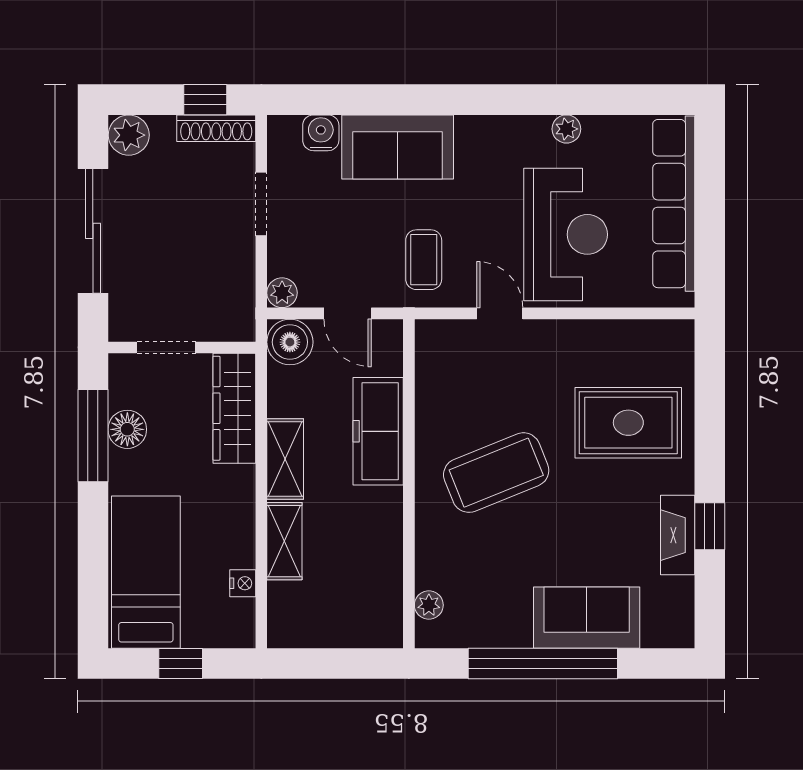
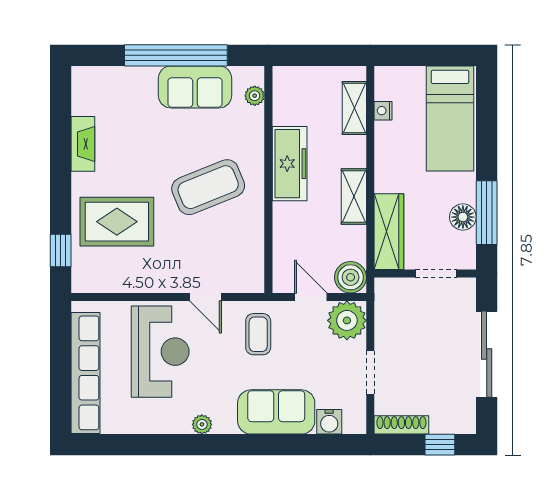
window: (205, 100) -> (440, 445), moved
plant: (566, 129) -> (202, 424), moved
plant: (129, 135) -> (462, 420), removed
reception desk: (566, 234) -> (160, 352), turned 180
plant: (282, 293) -> (347, 320), width x1.88, depth x1.88
freezer: (378, 431) -> (290, 164), moved
window: (710, 526) -> (61, 251), moved
shelving: (284, 541) -> (354, 108), moved
sofa: (587, 618) -> (195, 87), moved
window: (181, 663) -> (426, 55), removed

